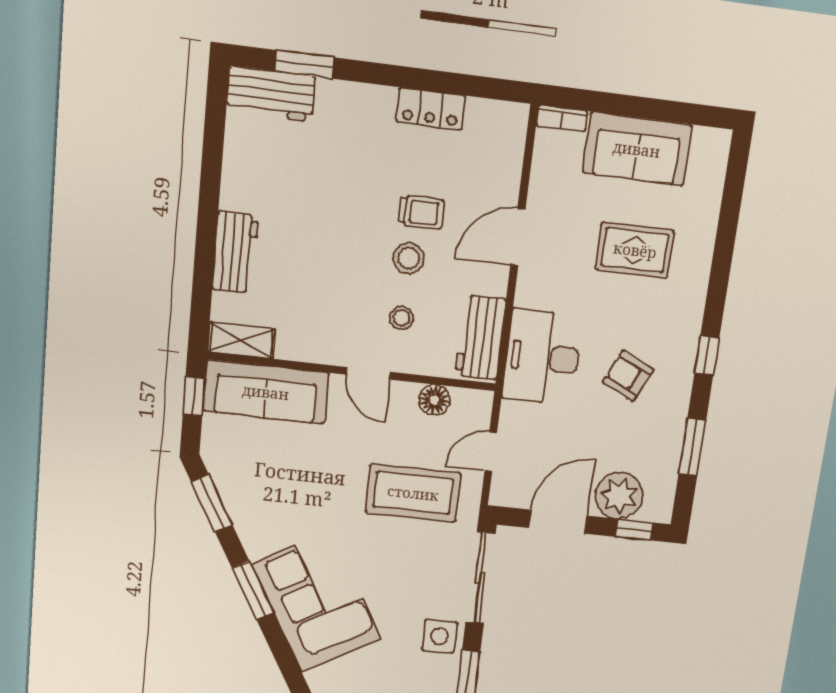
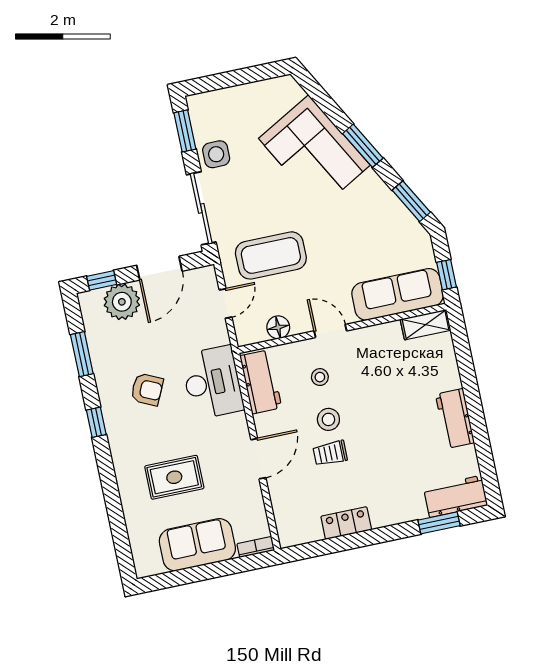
workbench: (235, 253) -> (455, 419), moved

